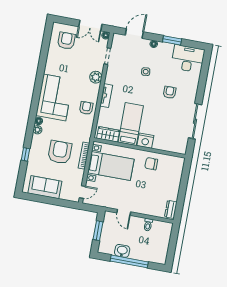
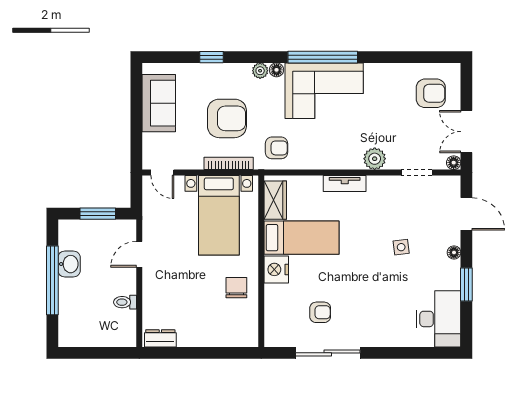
armchair: (170, 92) -> (320, 312), moved
window: (36, 95) -> (323, 57), added
armchair: (86, 108) -> (277, 148), moved

